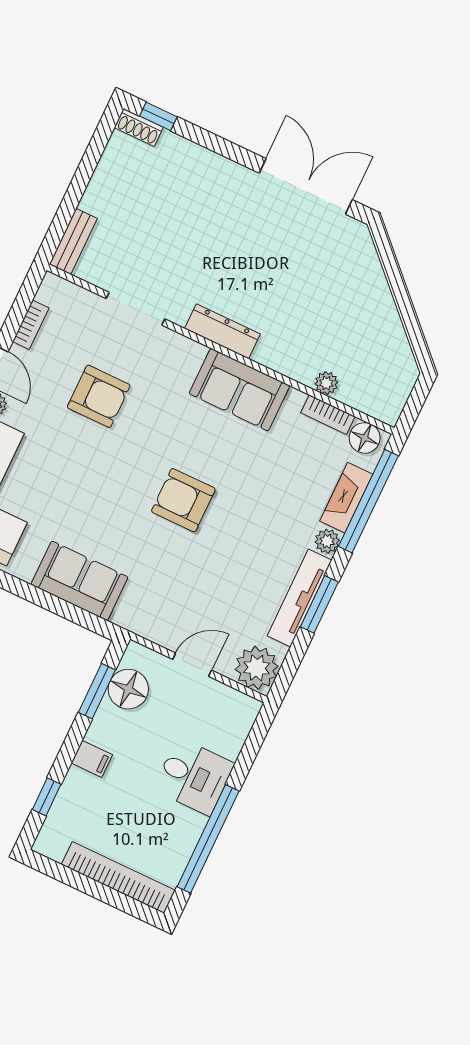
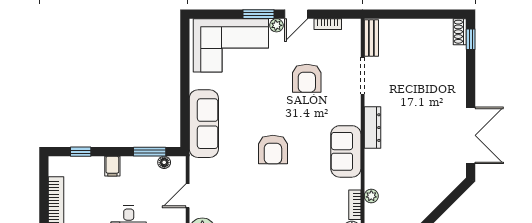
bench: (73, 241) -> (371, 38), moved, turned 90
armchair: (183, 500) -> (273, 149), turned 180
sofa: (79, 581) -> (204, 124), width x1.36
door: (192, 665) -> (188, 196), swing flipped
floor lamp: (128, 689) -> (164, 162), width x0.53, depth x0.53

